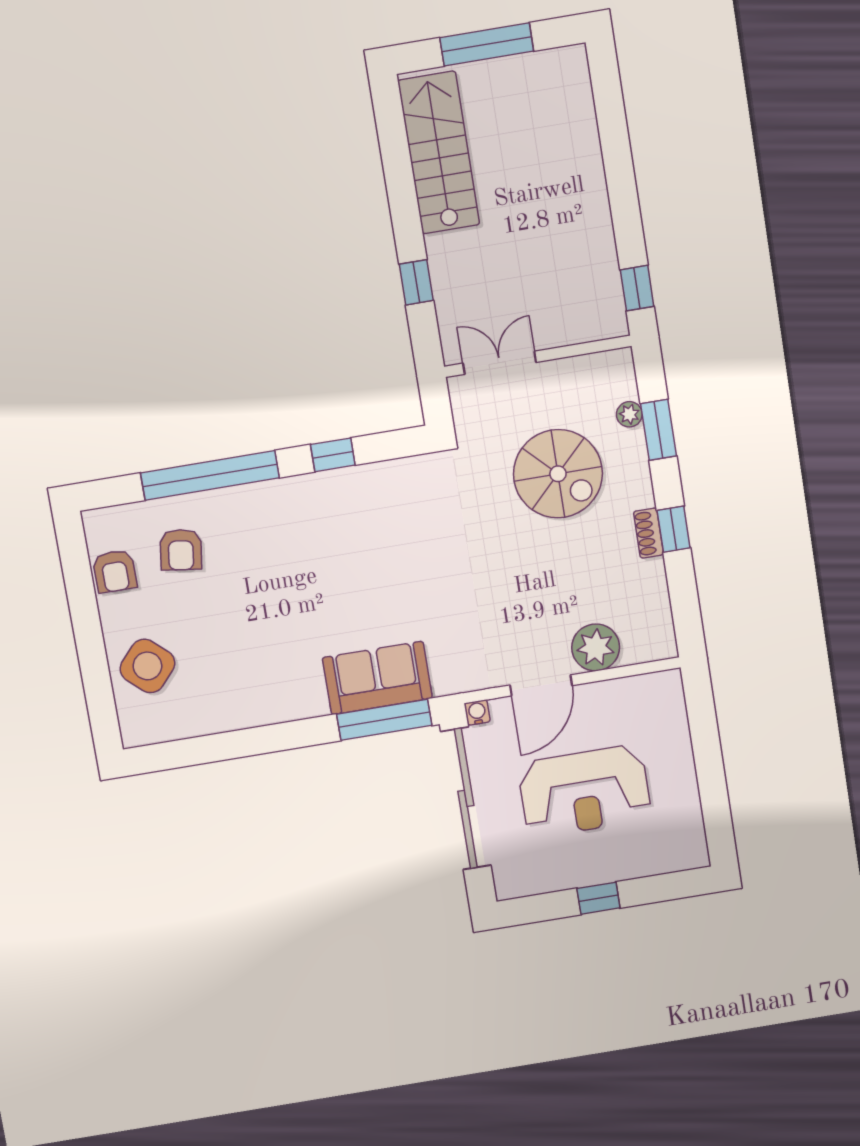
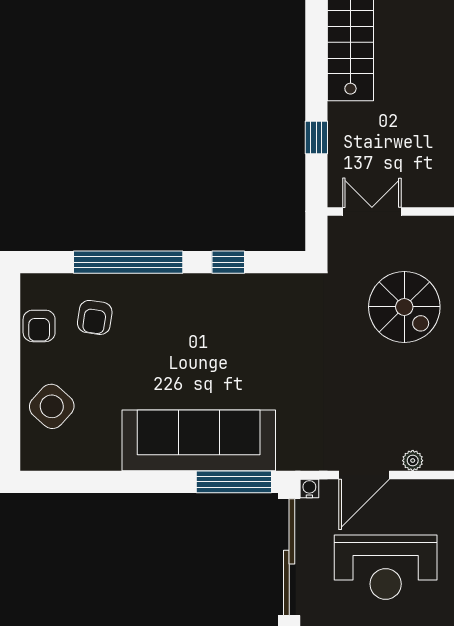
plant: (596, 647) -> (413, 461), width x0.53, depth x0.53
sofa: (377, 678) -> (199, 440), width x1.85, depth x1.27

